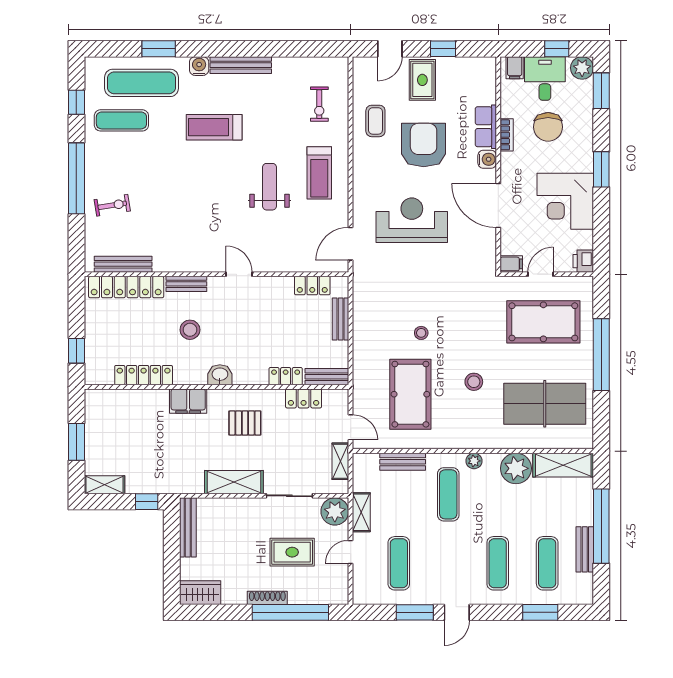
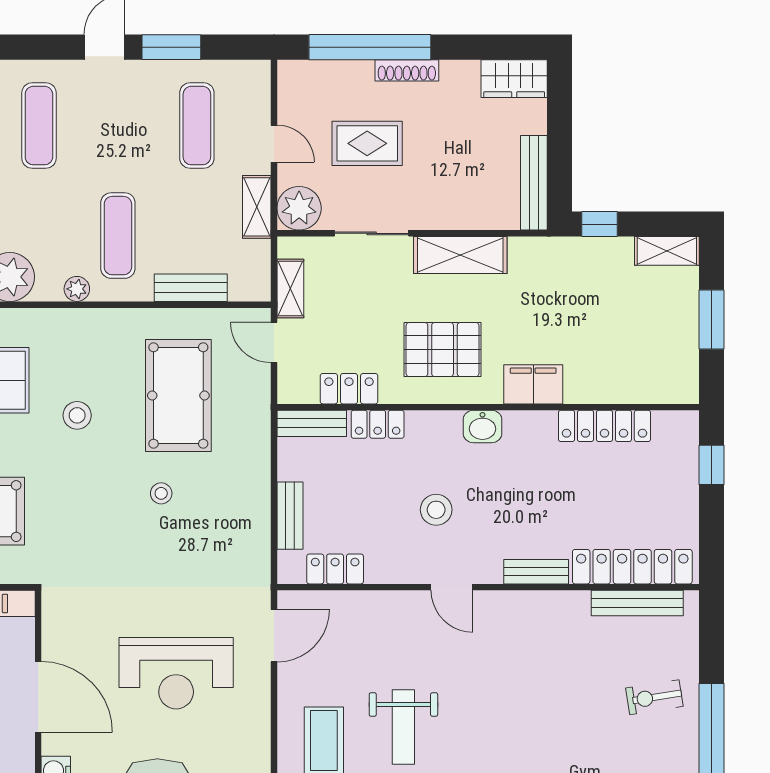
stool: (190, 330) -> (436, 510), moved
pallet: (245, 423) -> (443, 350), width x1.50, depth x1.42
door: (351, 552) -> (274, 144), hinge flipped

